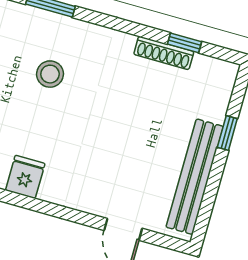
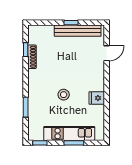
stool: (50, 74) -> (64, 95), moved
window: (227, 133) -> (71, 23), moved

